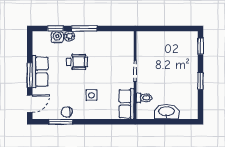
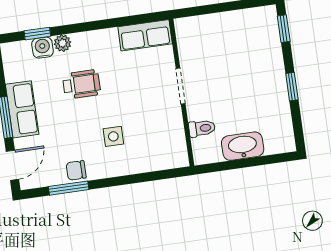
window: (84, 28) -> (85, 27), removed
row of seats: (126, 104) -> (145, 35), moved, turned -90

